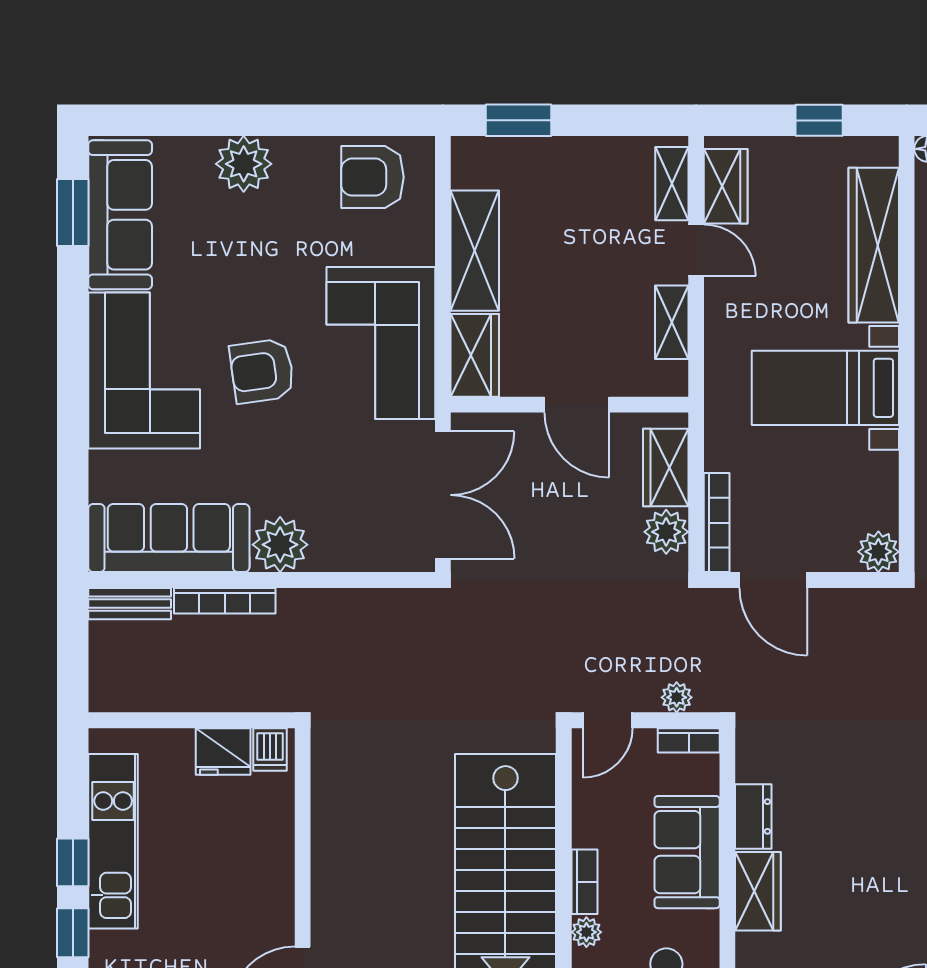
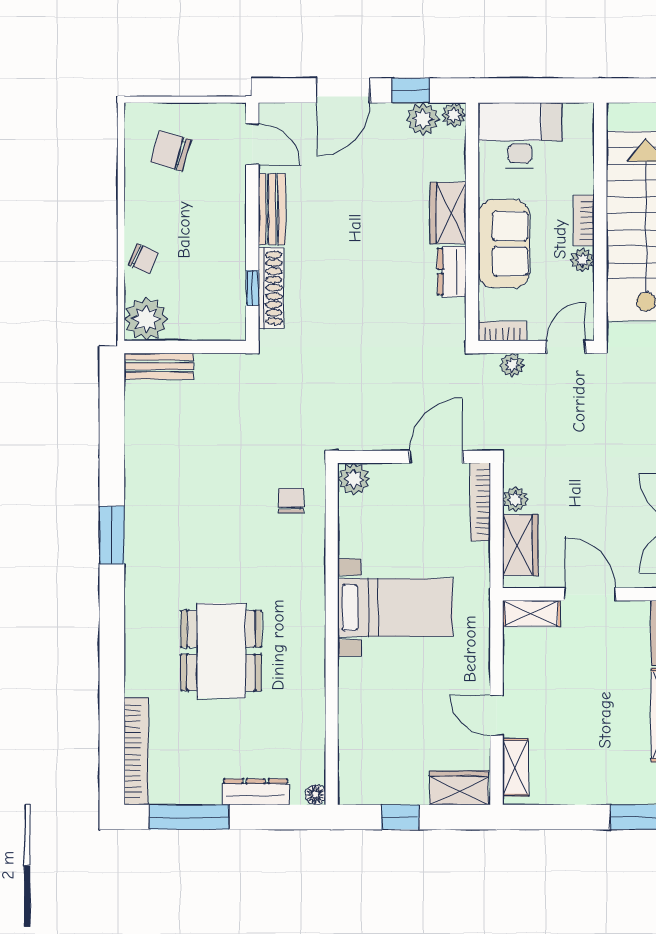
wardrobe: (726, 186) -> (459, 788), moved, turned 90
wardrobe: (874, 245) -> (357, 719), removed
shelving: (672, 322) -> (531, 613), moved, turned 90
plant: (666, 532) -> (515, 499), width x0.73, depth x0.73
door: (773, 580) -> (436, 457), hinge flipped
plant: (586, 932) -> (582, 260), moved

